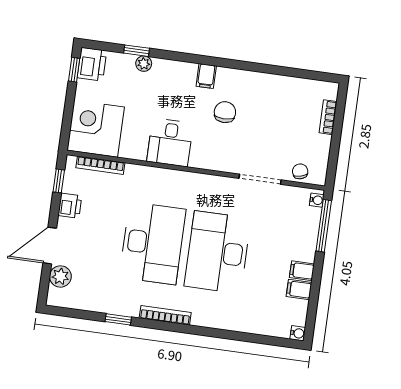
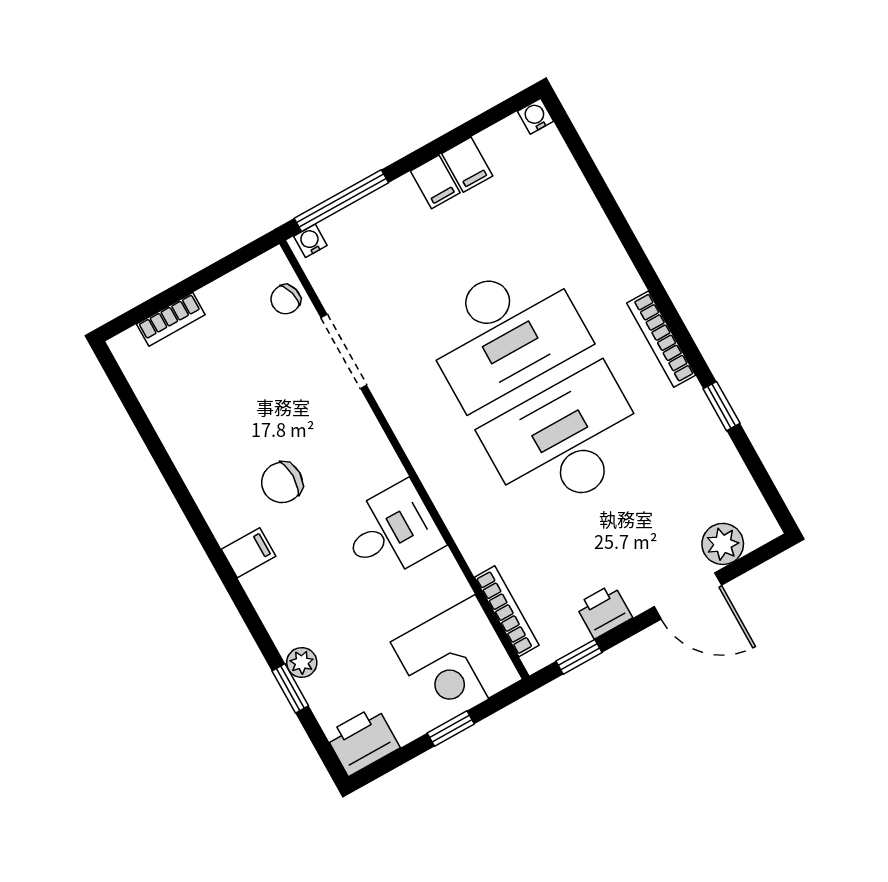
window: (74, 70) -> (451, 728), moved

